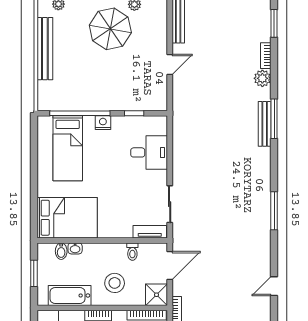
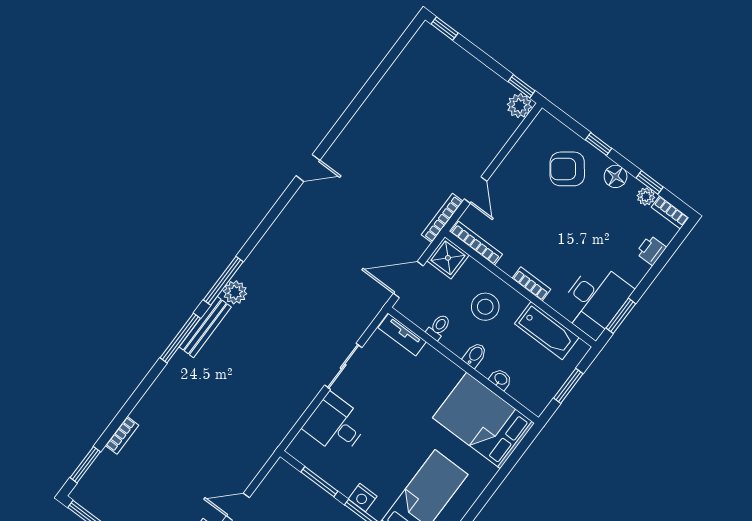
plant: (262, 78) -> (235, 292), moved
window: (134, 113) -> (319, 482), width x1.50
window: (274, 119) -> (180, 338), moved
bench: (265, 124) -> (205, 327), moved
sliding door: (170, 204) -> (343, 366), moved
window: (274, 211) -> (223, 281), moved
bidet: (61, 251) -> (475, 355), moved

